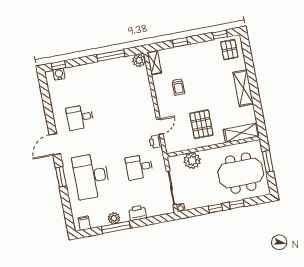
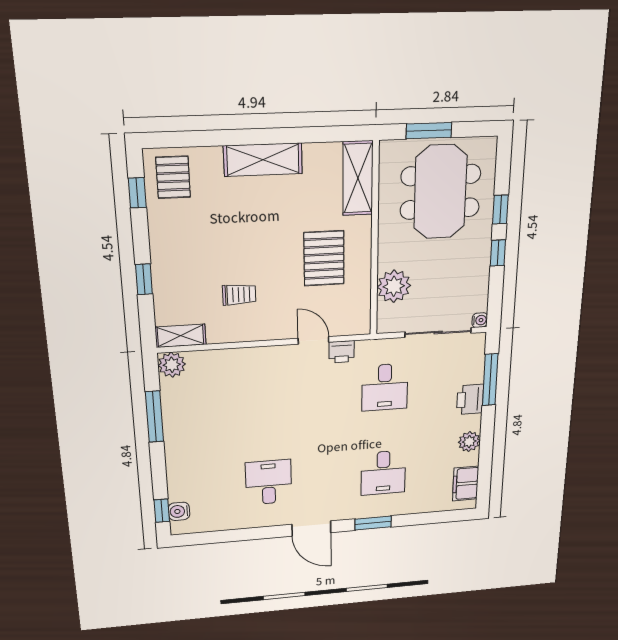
pallet: (229, 50) -> (173, 177), turned 90
desk: (80, 117) -> (269, 482), turned 180
pallet: (201, 124) -> (324, 258), turned 90
desk: (91, 176) -> (383, 473), width x0.53, depth x0.77
filing cabinet: (84, 223) -> (466, 484), width x2.00
window: (116, 227) -> (490, 380), moved

